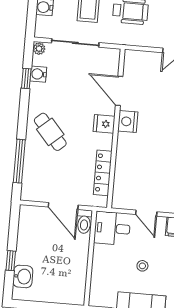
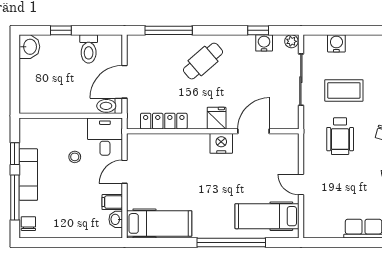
toilet: (30, 237) -> (89, 49), added
stool: (142, 266) -> (75, 157), moved
washbasin: (23, 276) -> (29, 47), moved, turned -90

